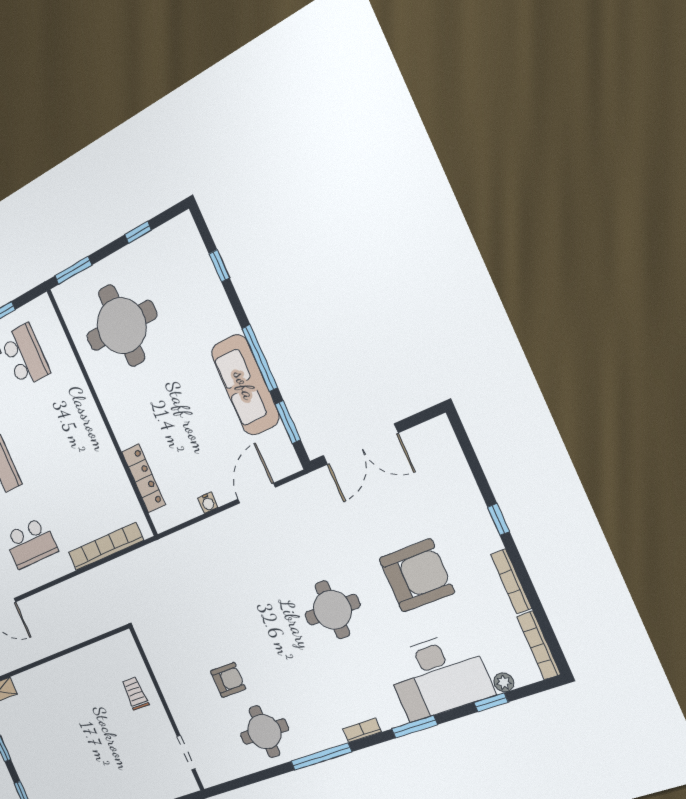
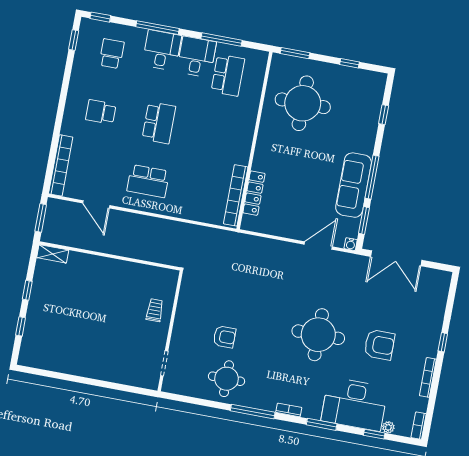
water cooler: (208, 503) -> (351, 244), moved
bookcase: (106, 546) -> (236, 195), moved, turned -90
armchair: (417, 576) -> (379, 345), width x0.73, depth x0.73
round table: (332, 610) -> (318, 335), width x1.36, depth x1.36
bookcase: (539, 645) -> (419, 426), width x0.64

